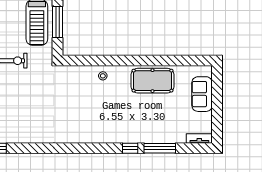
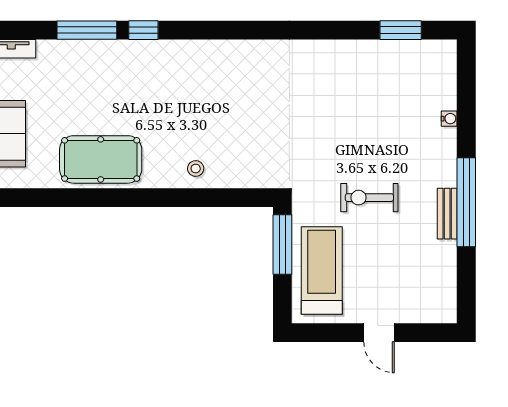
window: (57, 22) -> (282, 245), moved

